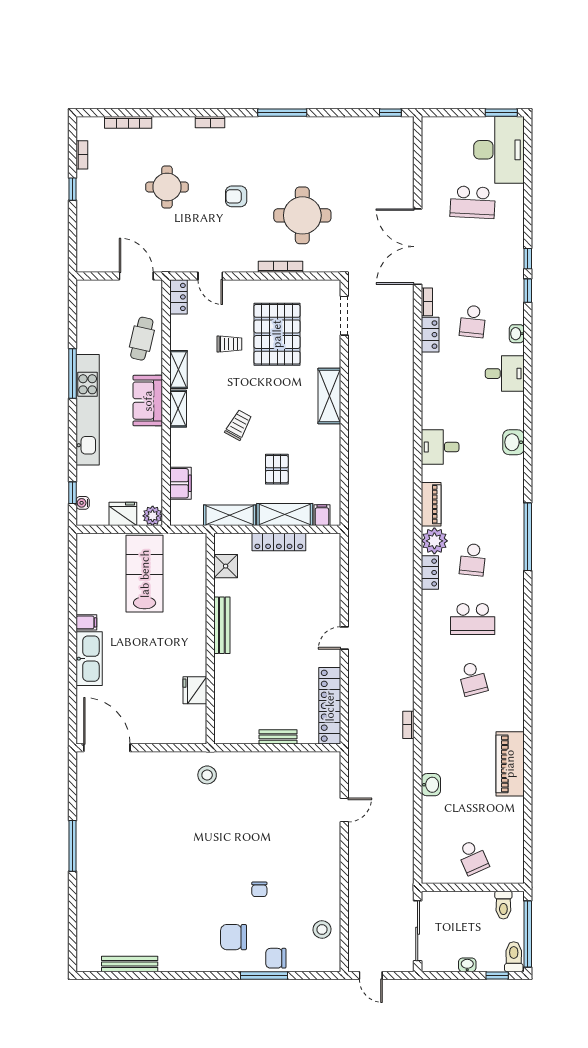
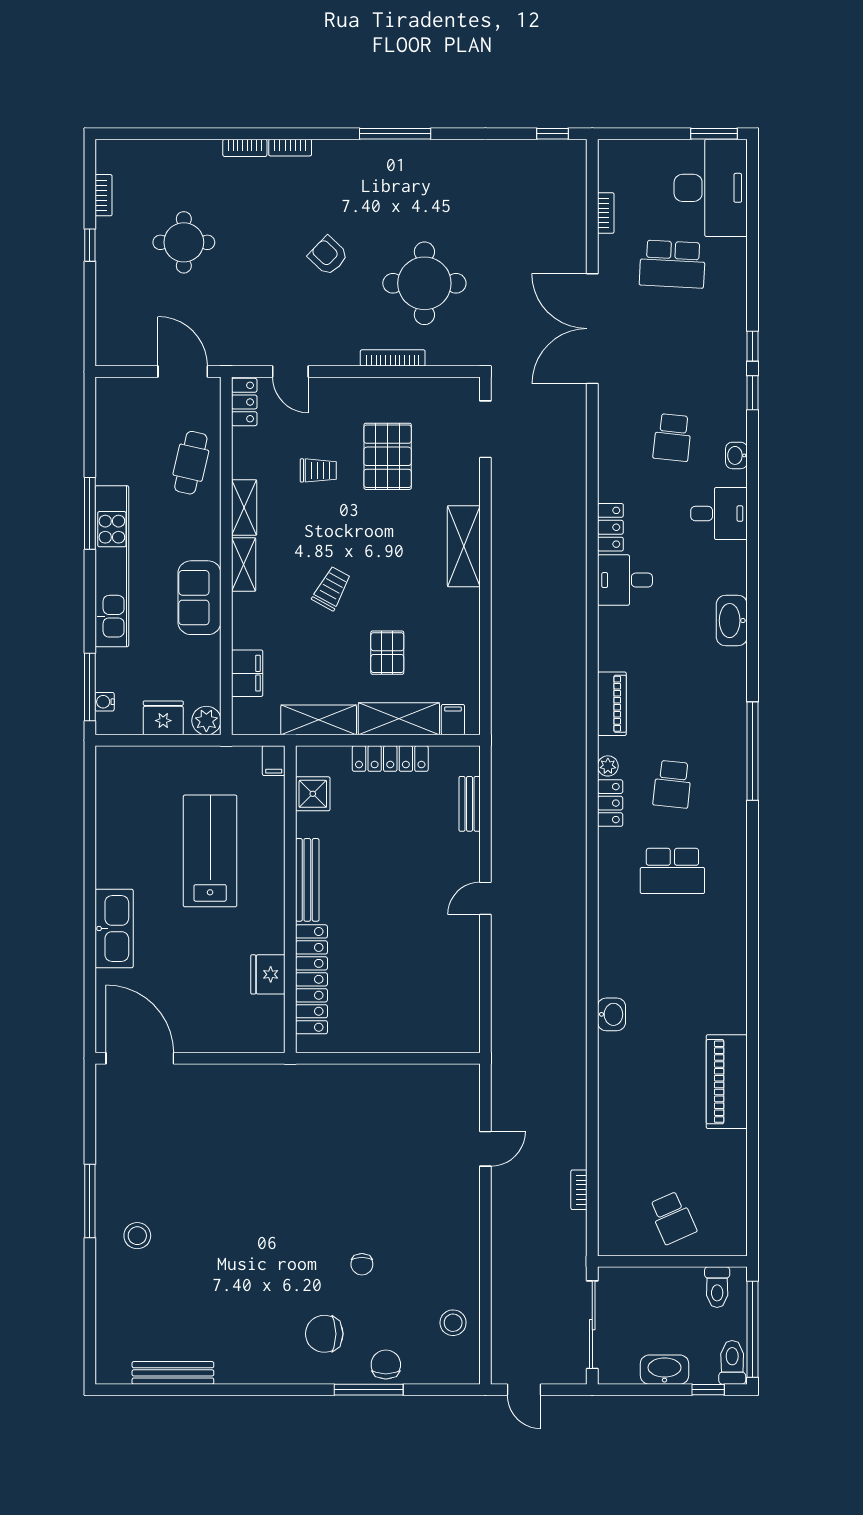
bookcase: (128, 122) -> (245, 148), moved, width x0.64
round table: (167, 187) -> (184, 242), moved
armchair: (236, 196) -> (328, 256), turned 44
bookcase: (427, 302) -> (606, 213), moved
pallet: (277, 334) -> (388, 456), width x0.73, depth x0.71
locker: (430, 335) -> (610, 527), moved
sofa: (148, 401) -> (199, 598), moved
washbasin: (513, 442) -> (732, 621), width x1.38
desk: (440, 447) -> (625, 580), moved
window: (72, 493) -> (90, 687), width x2.17
plant: (434, 541) -> (608, 766), width x0.53, depth x0.53
lab bench: (145, 574) -> (210, 851), moved
filing cabinet: (86, 622) -> (274, 761), moved, turned 90
school desk: (473, 679) -> (672, 958), removed
locker: (330, 706) -> (311, 979), moved, turned 180
bookcase: (408, 725) -> (579, 1190), moved
bench: (278, 737) -> (470, 804), moved, turned 90
stool: (207, 775) -> (137, 1236), moved
washbasin: (431, 785) -> (611, 1014), moved
chair: (276, 958) -> (386, 1365), turned 90
washbasin: (467, 965) -> (665, 1370), width x1.91, depth x1.45

